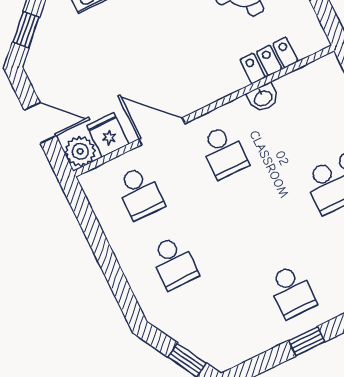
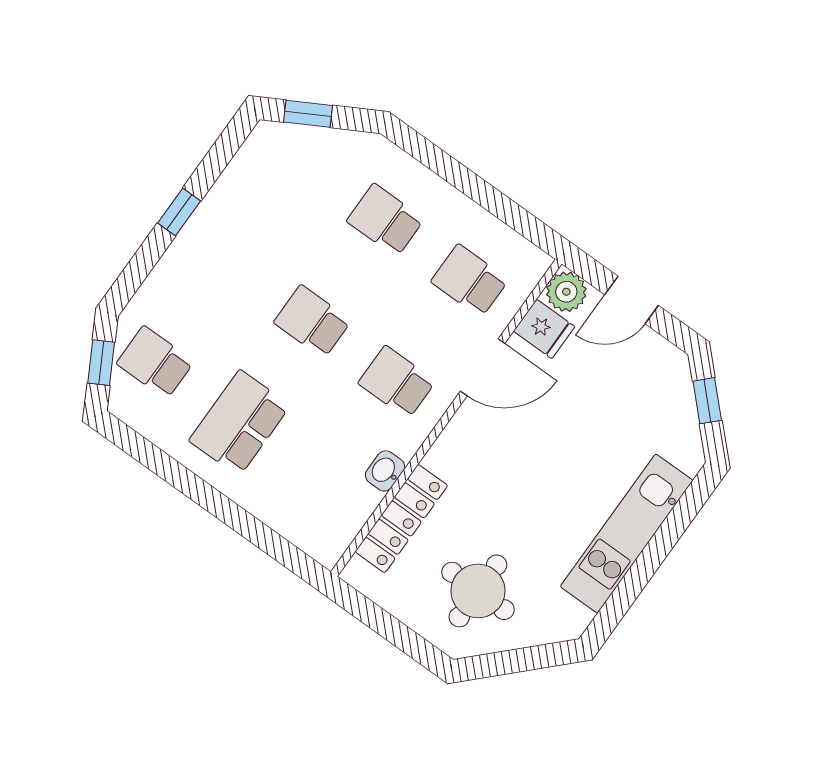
locker: (269, 61) -> (401, 519), width x1.53
school desk: (292, 291) -> (312, 322), moved

